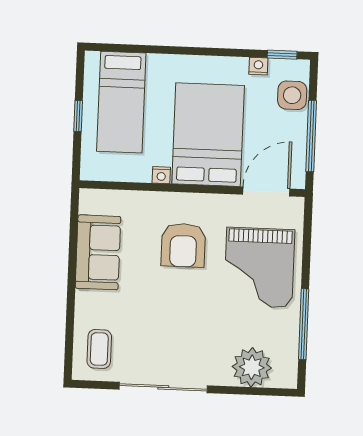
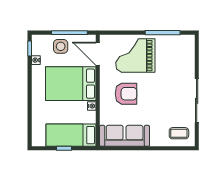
side table: (292, 95) -> (61, 46), moved
bed: (121, 102) -> (71, 135), moved, turned 180
sofa: (98, 252) -> (125, 136), width x1.36
grand piano: (259, 268) -> (135, 56), turned 180
plant: (252, 367) -> (185, 57), removed

